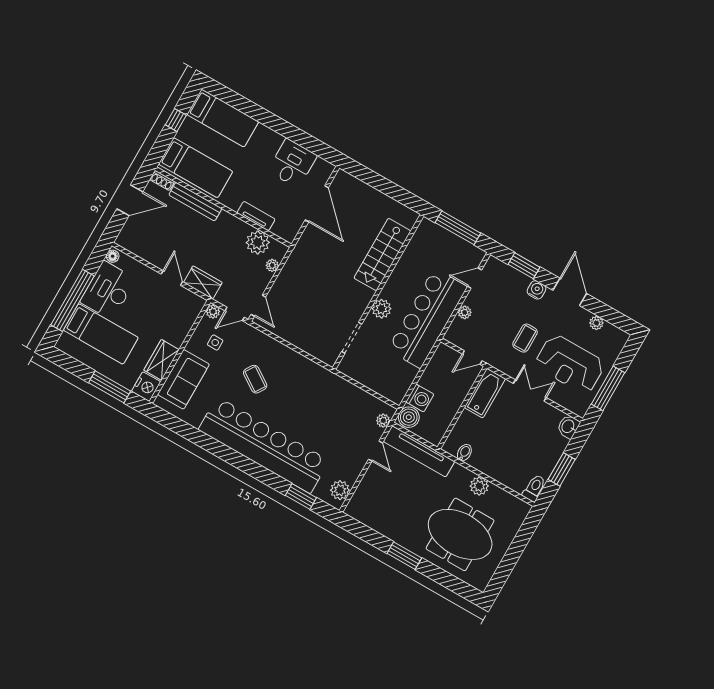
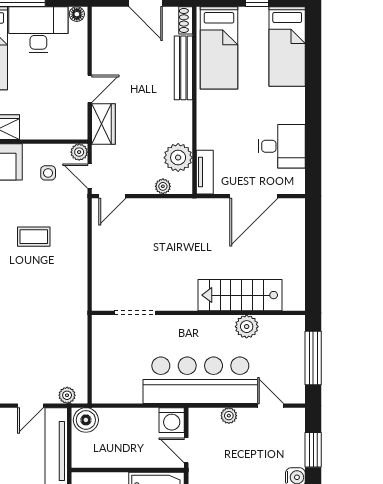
tv unit: (256, 216) -> (205, 172), moved
plant: (382, 309) -> (247, 327), moved
coffee table: (255, 379) -> (34, 237), turned 57
washing machine: (420, 398) -> (172, 420), moved

